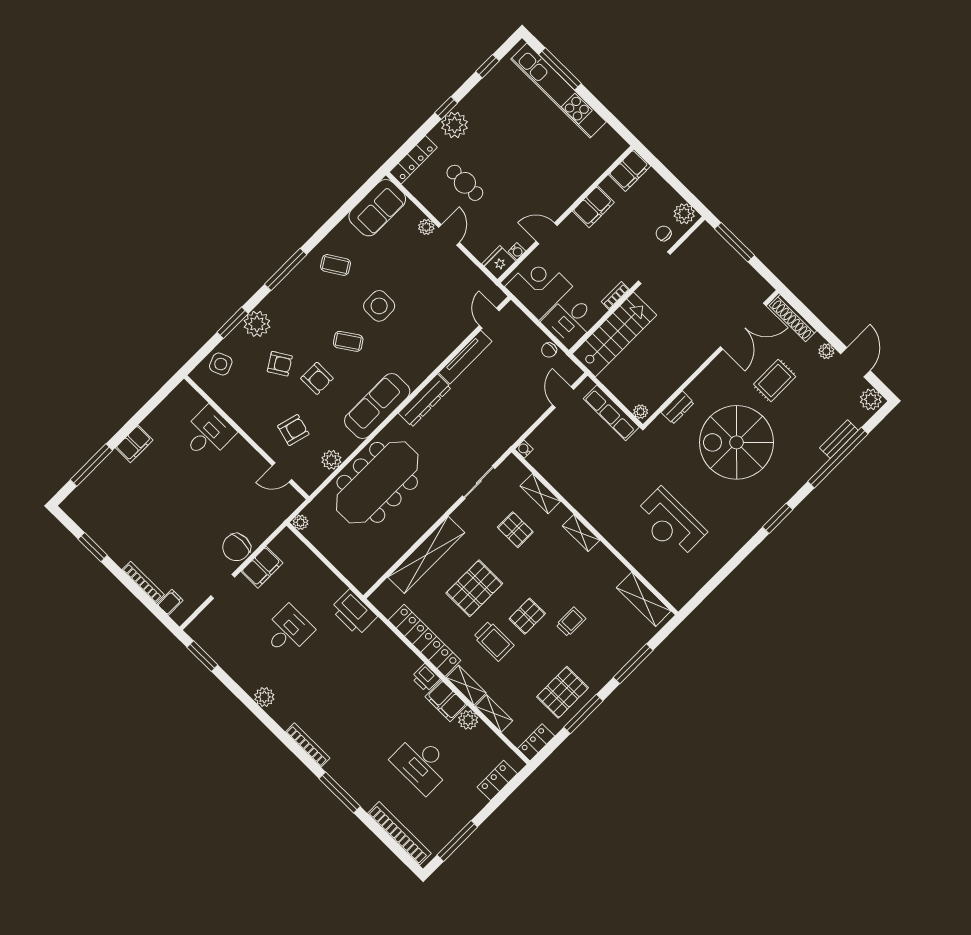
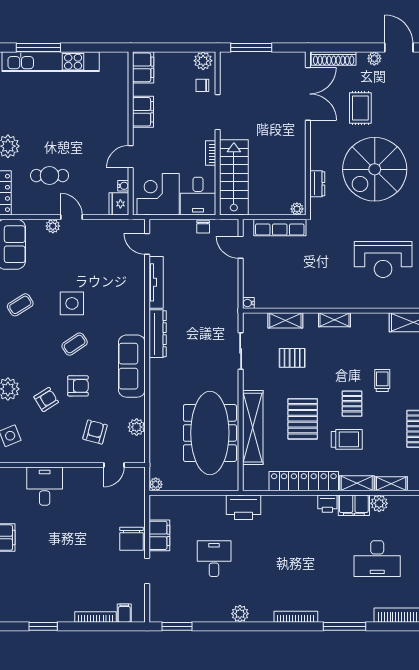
meeting table: (377, 482) -> (210, 433), moved

